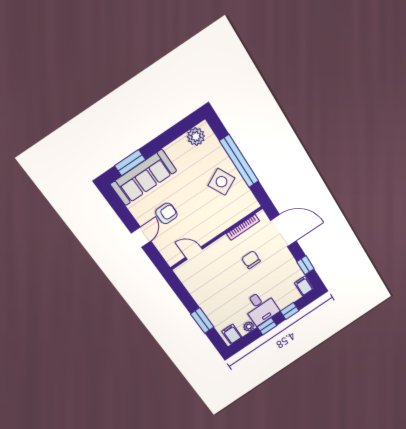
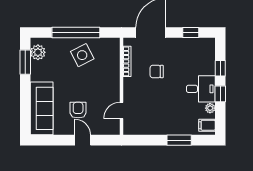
window: (130, 163) -> (25, 62), moved
filing cabinet: (304, 286) -> (207, 44), removed

